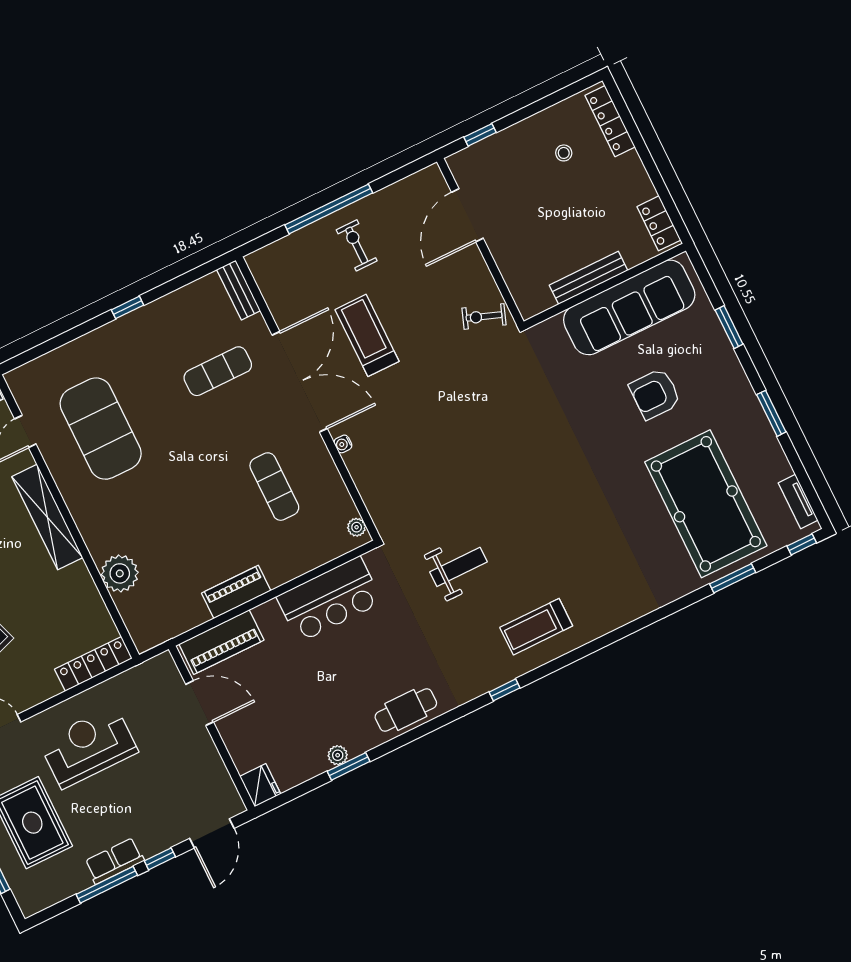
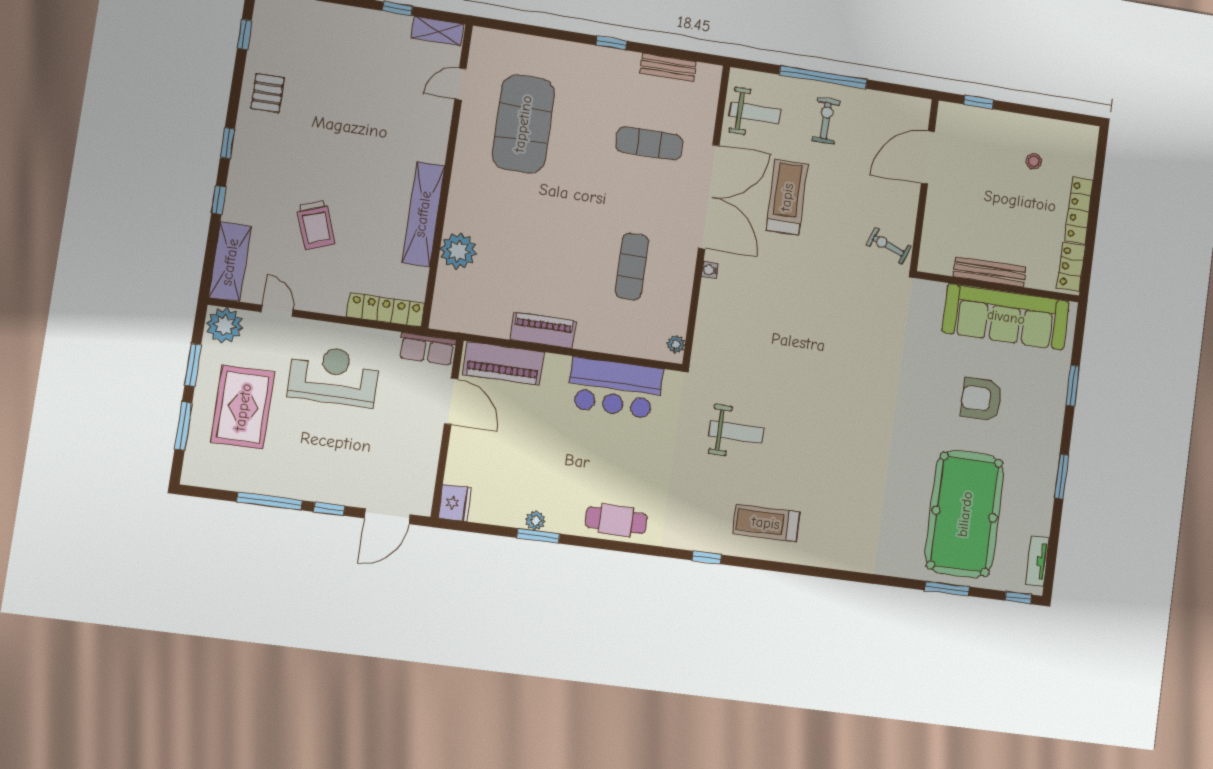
locker: (610, 121) -> (1079, 210), moved
weight bench: (291, 282) -> (755, 113), added
bench: (239, 290) -> (668, 67), moved, turned 90
shelving: (47, 517) -> (423, 214), moved
row of seats: (114, 861) -> (427, 349), moved, turned 180

